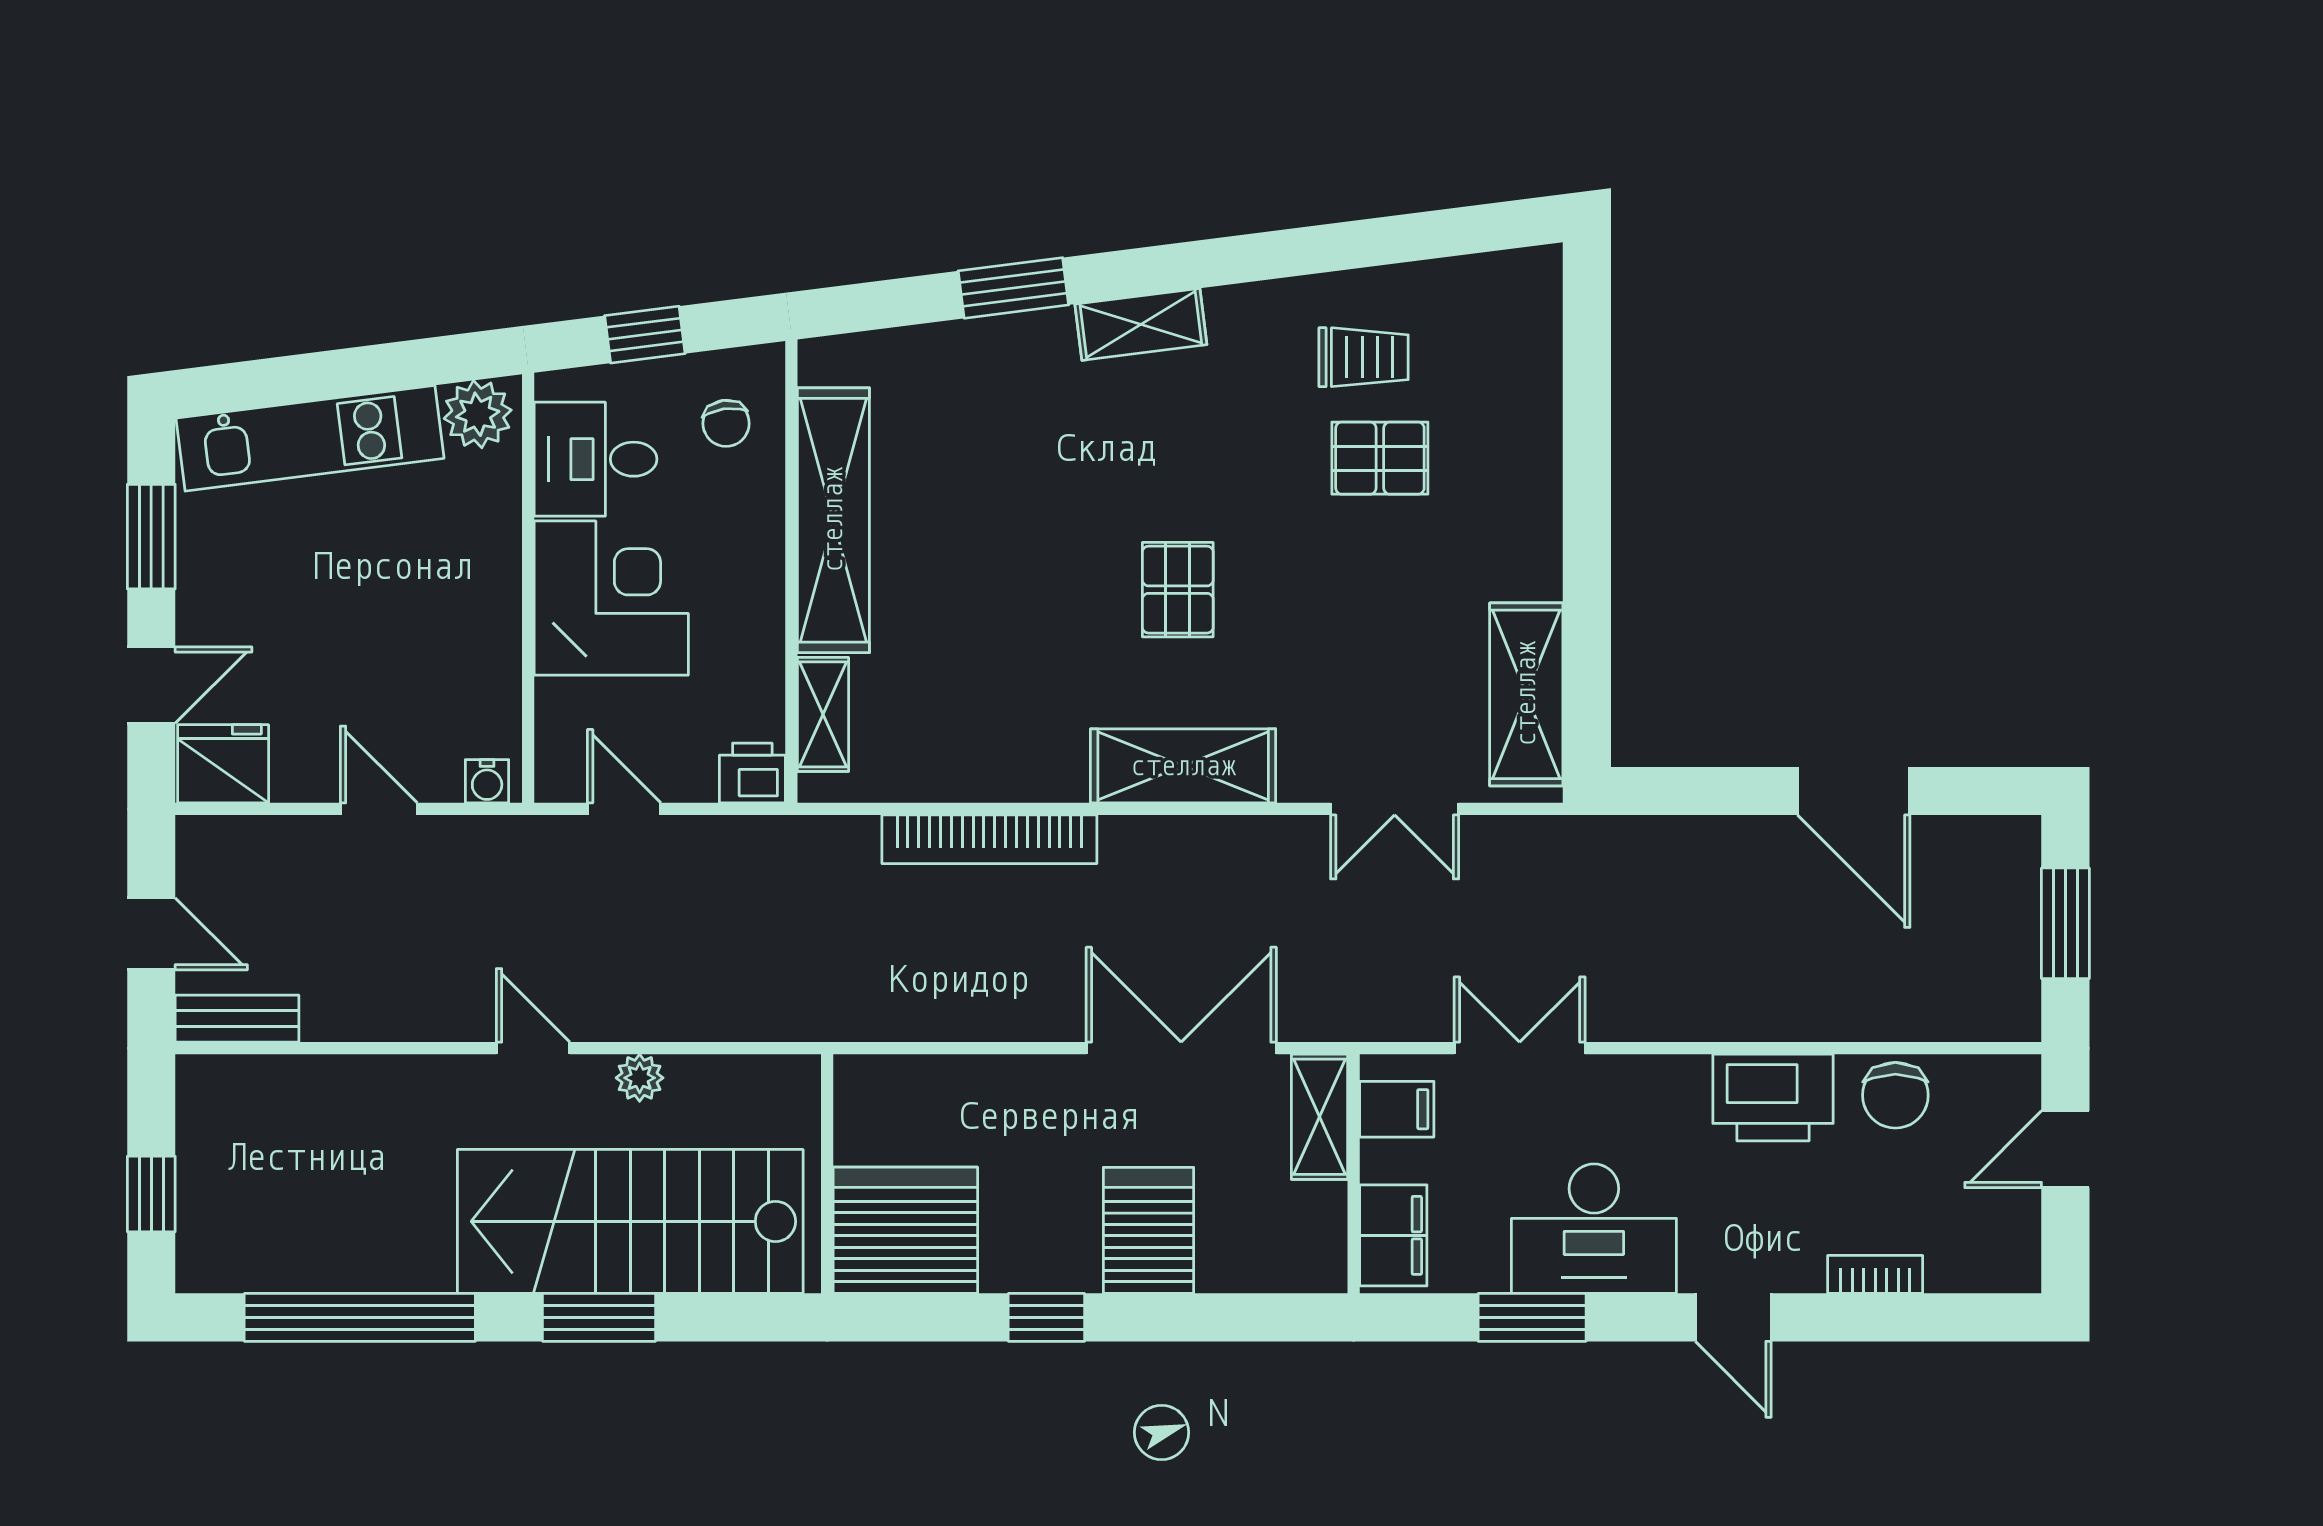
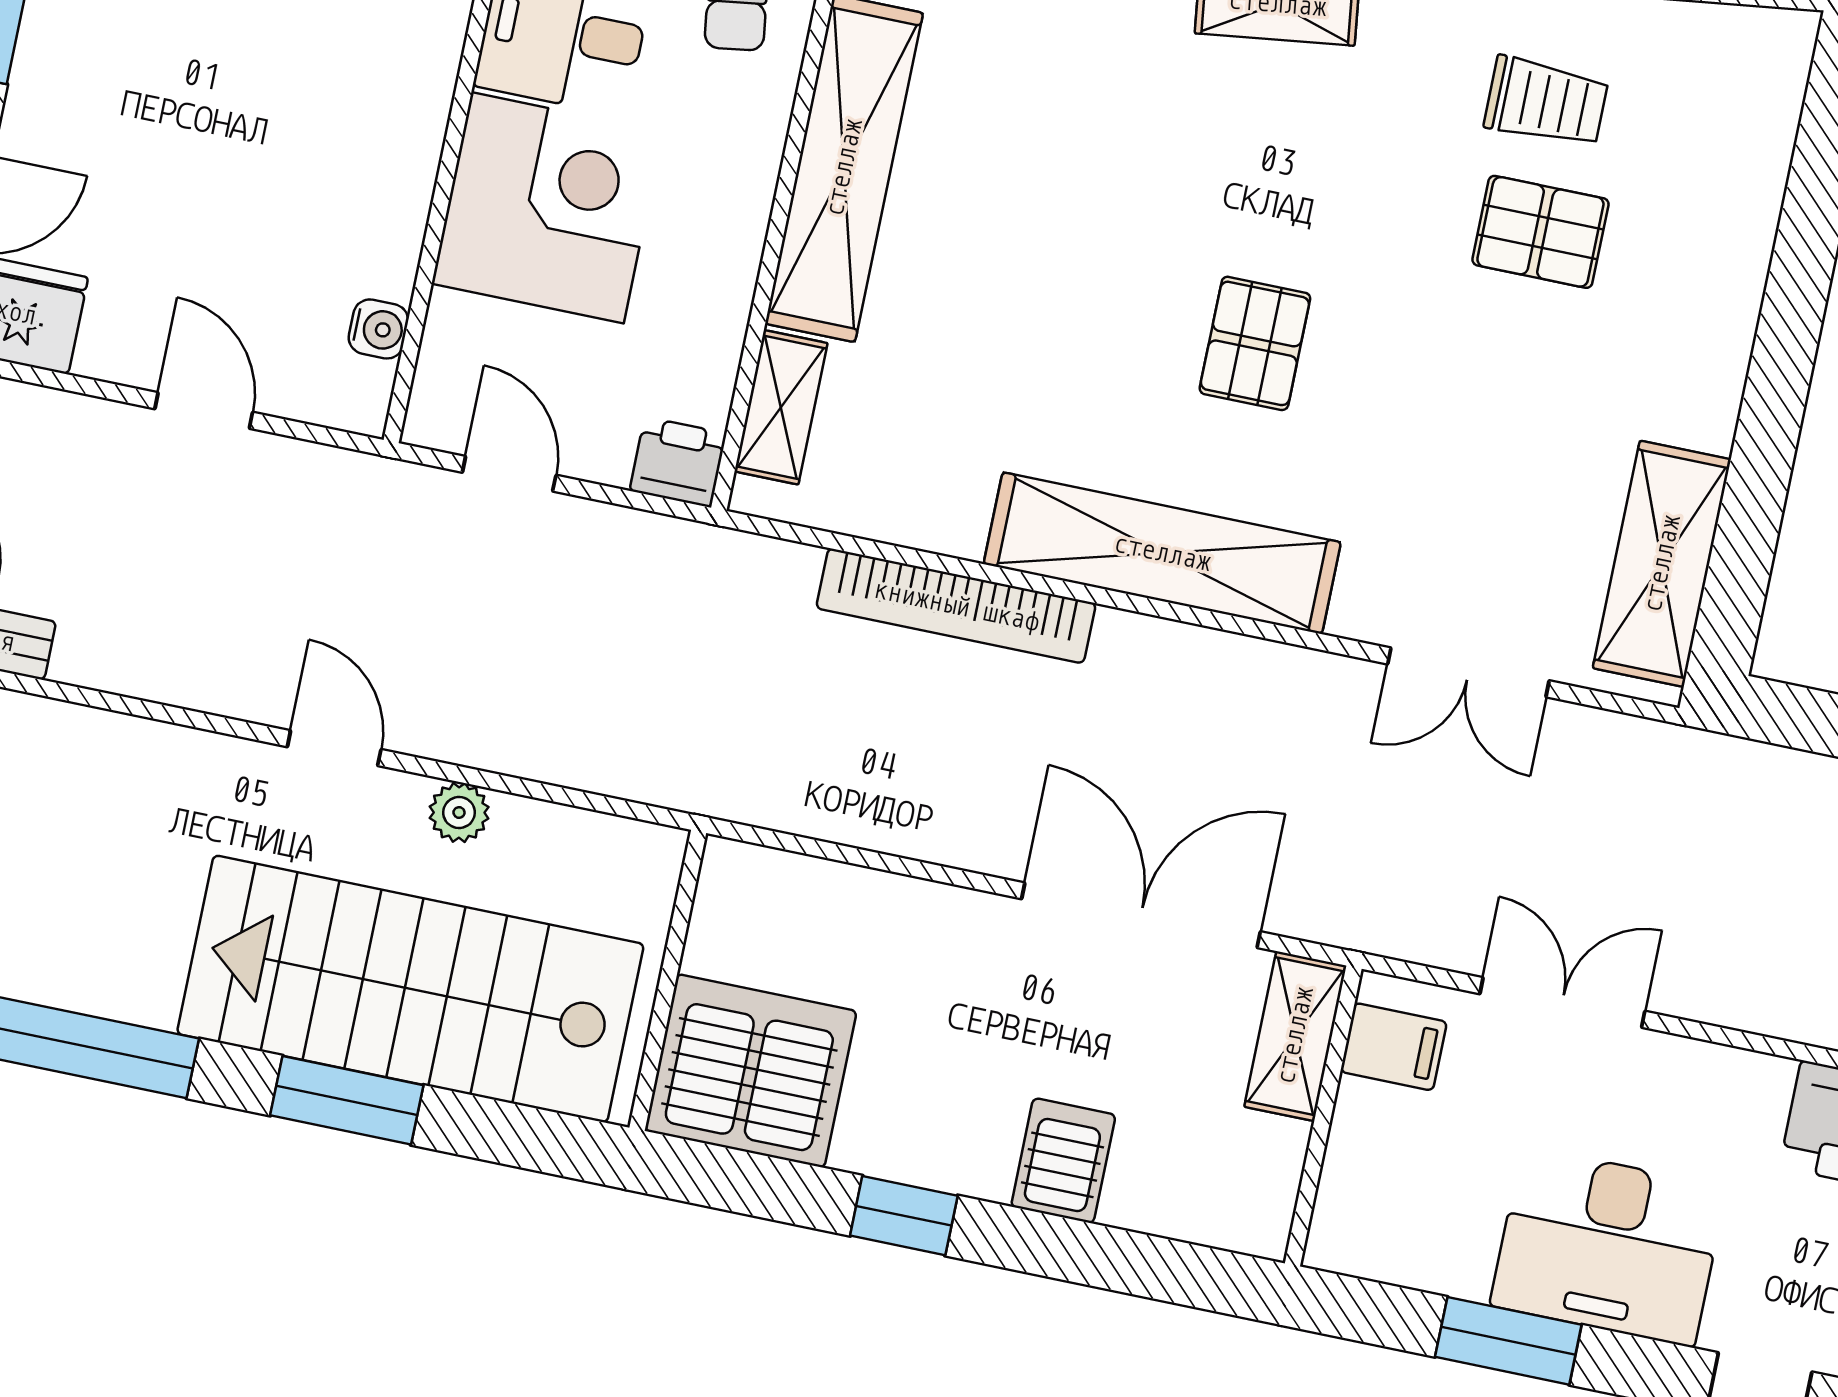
shelving: (1183, 766) -> (1162, 553), width x1.47
water cooler: (487, 781) -> (378, 329), moved, turned -90
server rack: (1148, 1230) -> (1063, 1161), width x0.73, depth x0.70
filing cabinet: (1393, 1235) -> (1357, 1203), removed

